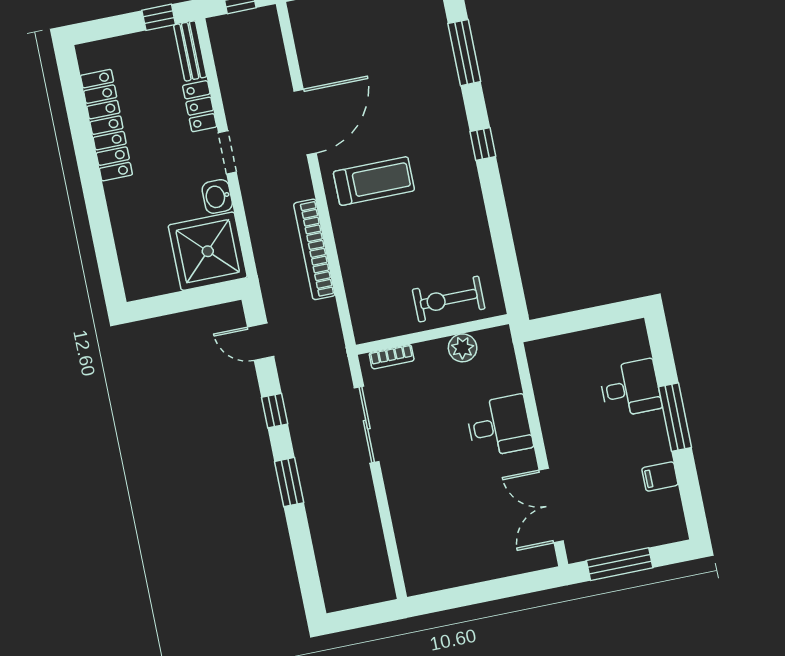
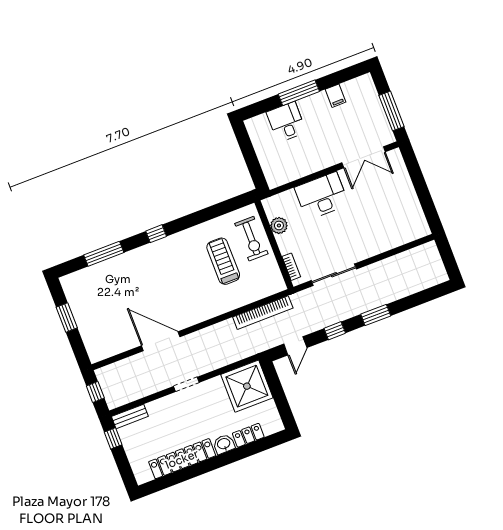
locker: (200, 106) -> (248, 435), moved, turned 180
treadmill: (374, 181) -> (223, 261), moved
washbasin: (217, 196) -> (224, 444), moved, turned 180
bookcase: (314, 249) -> (263, 313), moved
desk: (499, 426) -> (322, 196), width x1.37

